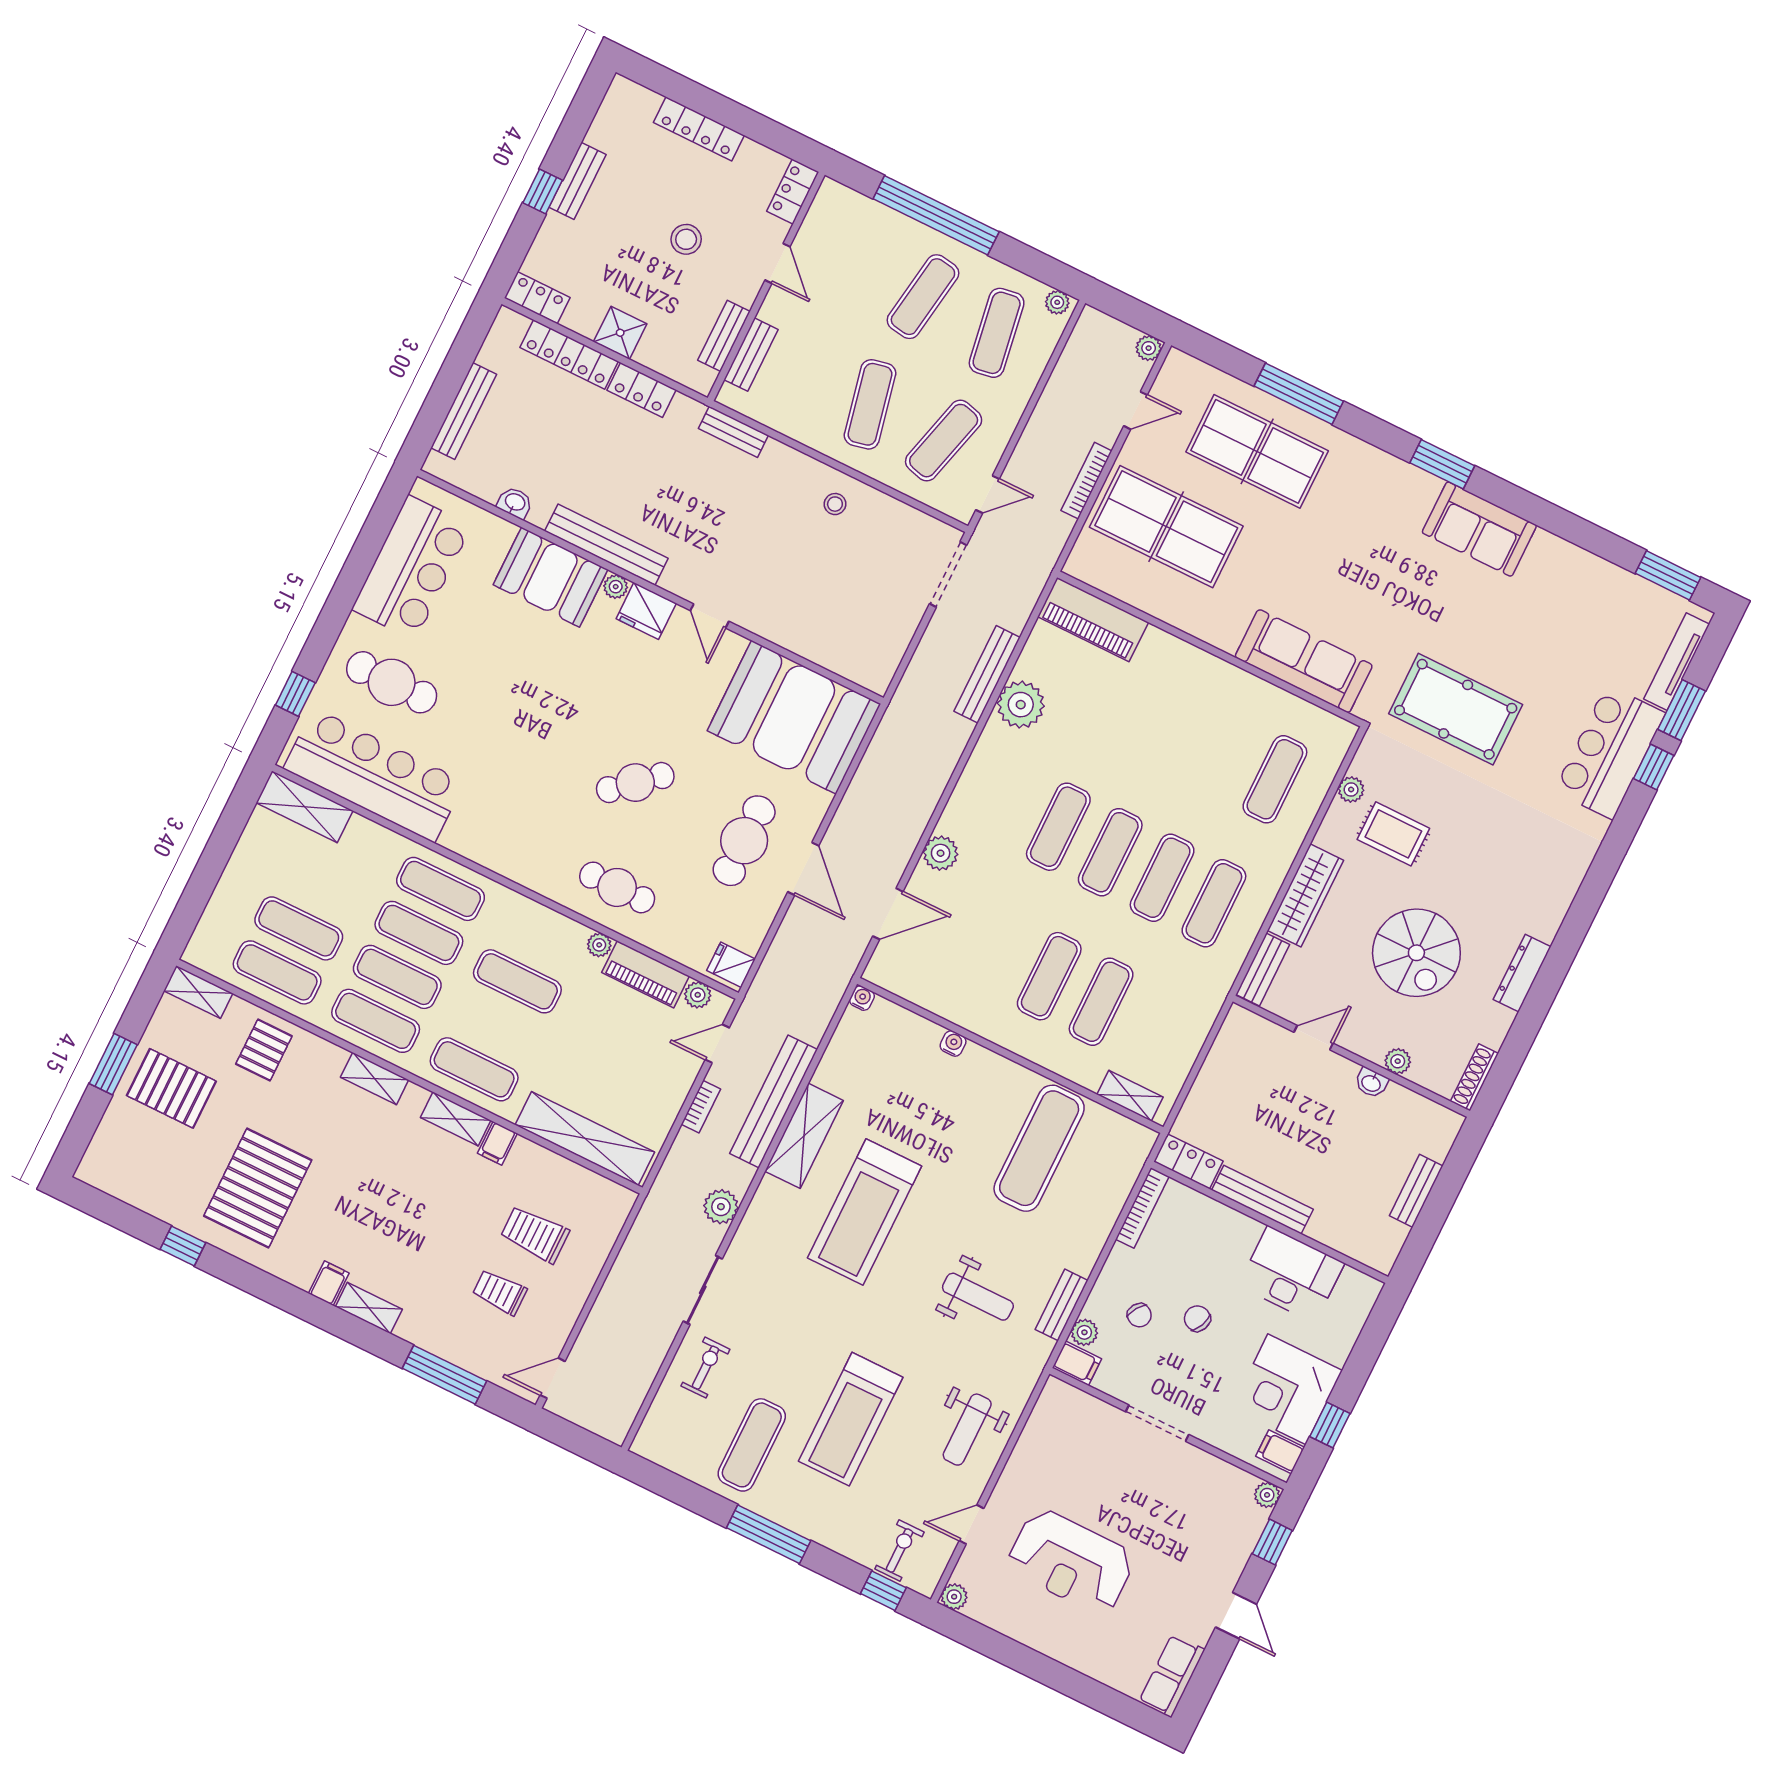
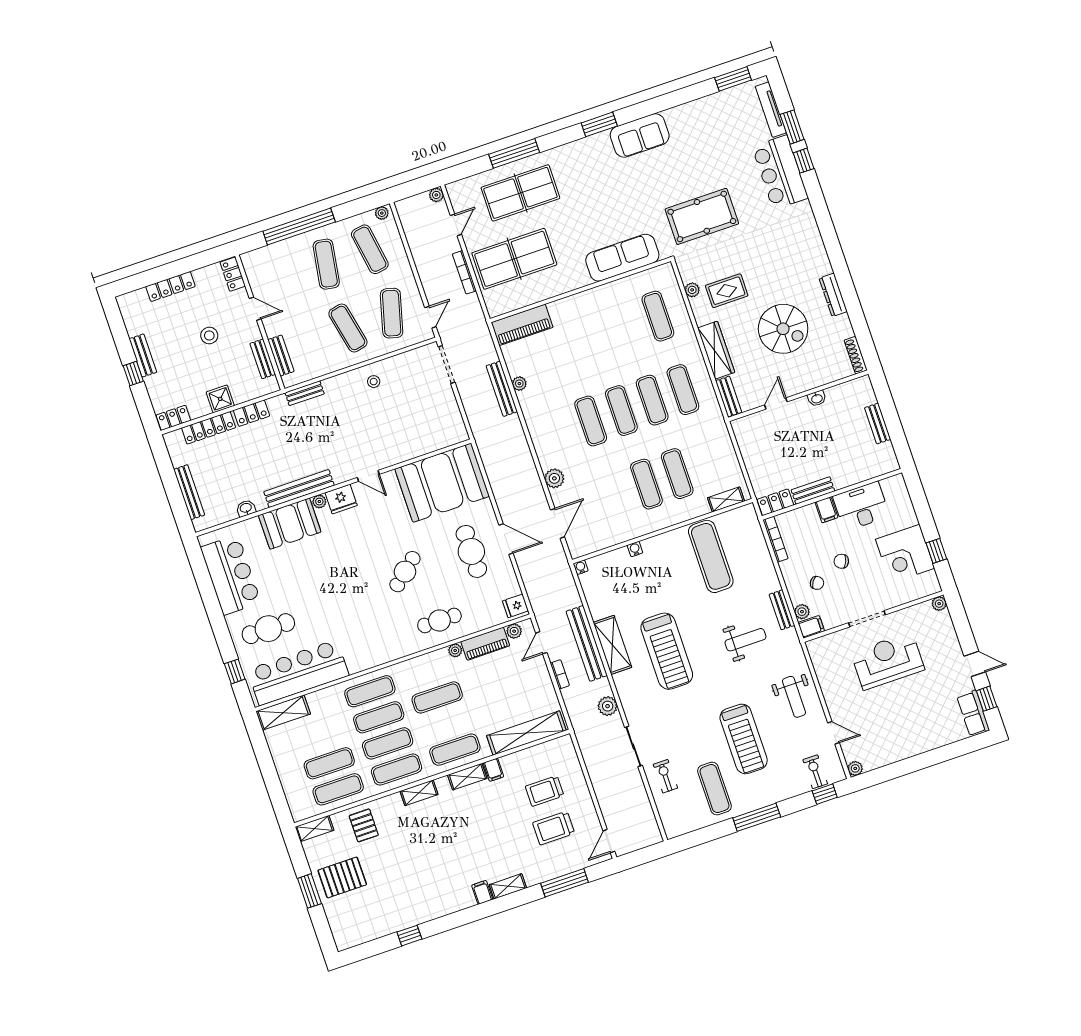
plant: (1021, 705) -> (519, 384), width x0.53, depth x0.53
plant: (1398, 1061) -> (819, 379), removed
pallet: (258, 1188) -> (416, 883), removed
bench: (1262, 1200) -> (813, 491), width x0.73
trolley: (500, 1292) -> (554, 828), width x1.36, depth x1.39
filing cabinet: (1280, 1452) -> (826, 510), moved, turned -90
door: (971, 1524) -> (833, 733), swing flipped
window: (1272, 1542) -> (987, 699), moved
reception desk: (1071, 1562) -> (888, 661), moved, turned 180

